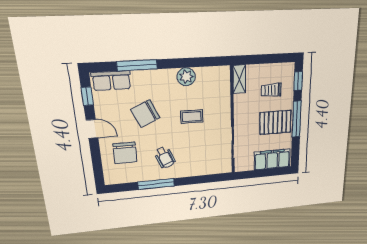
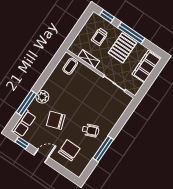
plant: (186, 77) -> (42, 97), moved
shelving: (239, 79) -> (89, 59), moved
chair: (145, 114) -> (56, 120), turned 95
coffee table: (192, 117) -> (70, 66), moved
chair: (125, 153) -> (69, 150), turned -90

